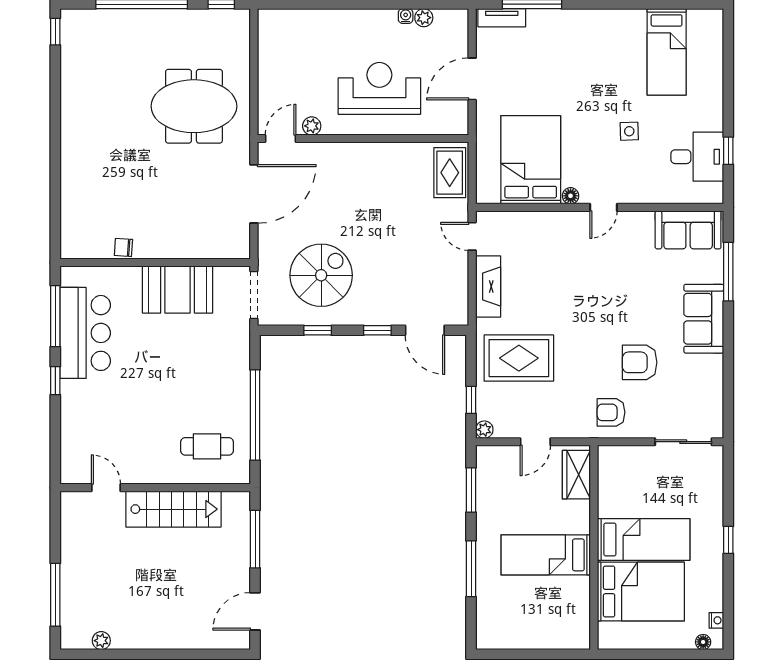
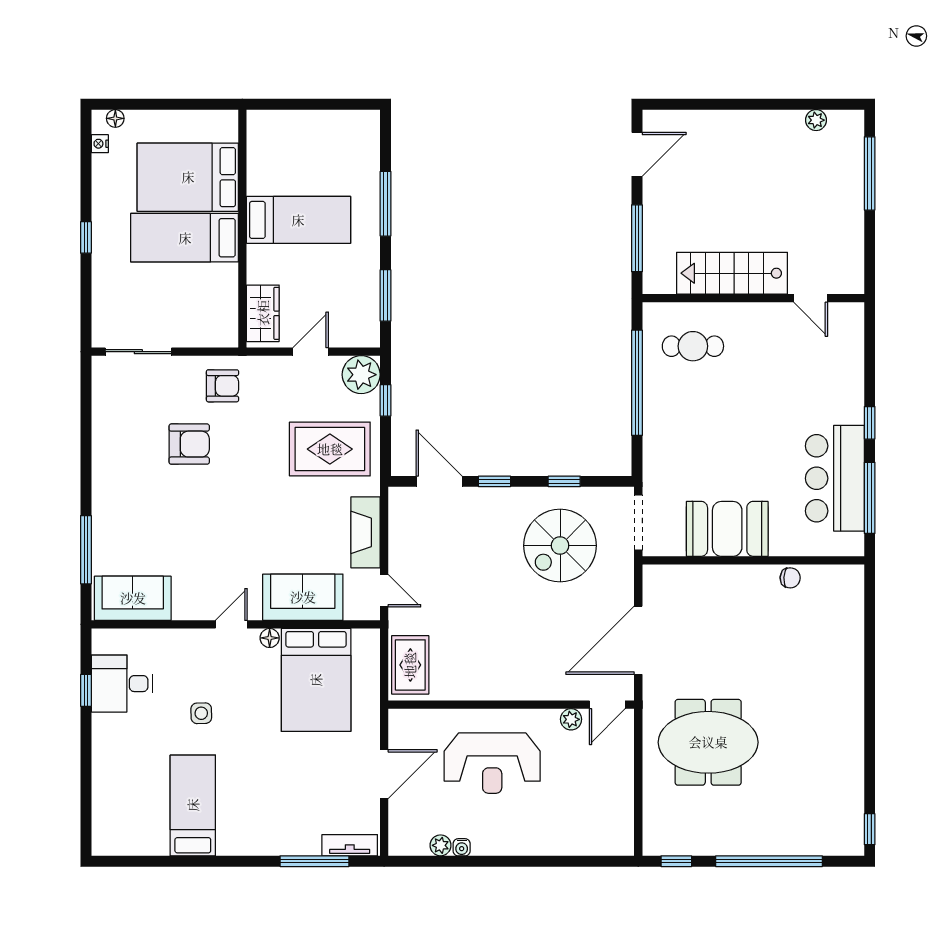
bed: (667, 52) -> (193, 805), moved
sofa: (704, 319) -> (303, 597), moved, turned -90
plant: (484, 430) -> (361, 375), width x1.87, depth x1.87

